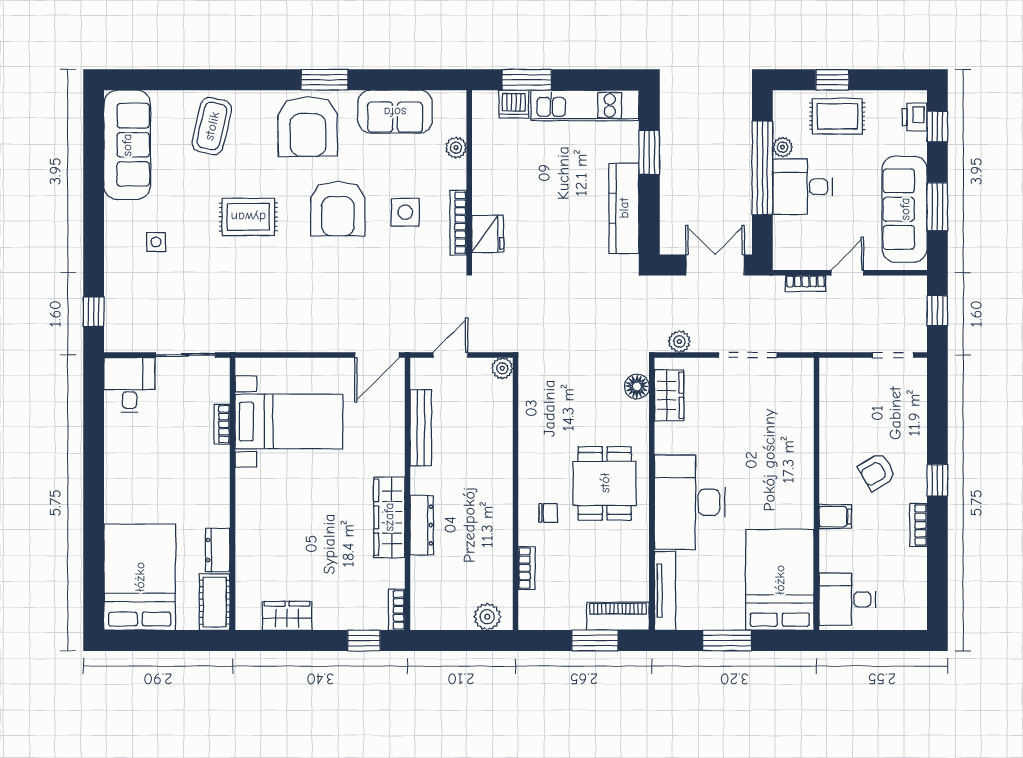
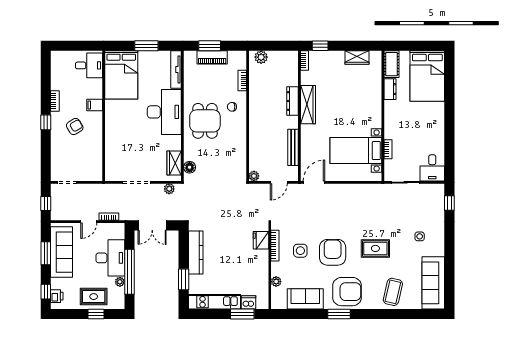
armchair: (308, 127) -> (347, 292), turned 91
desk: (803, 187) -> (110, 258), width x1.37
piano: (618, 616) -> (212, 57), moved

